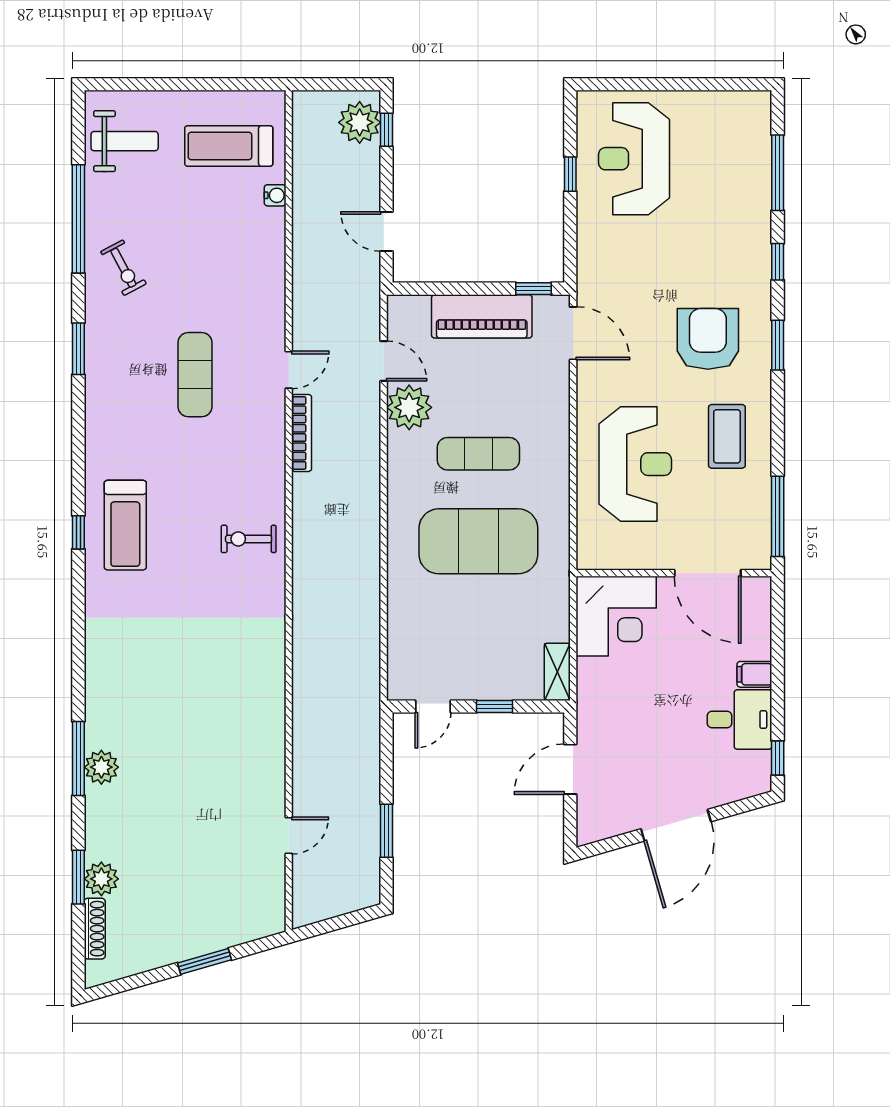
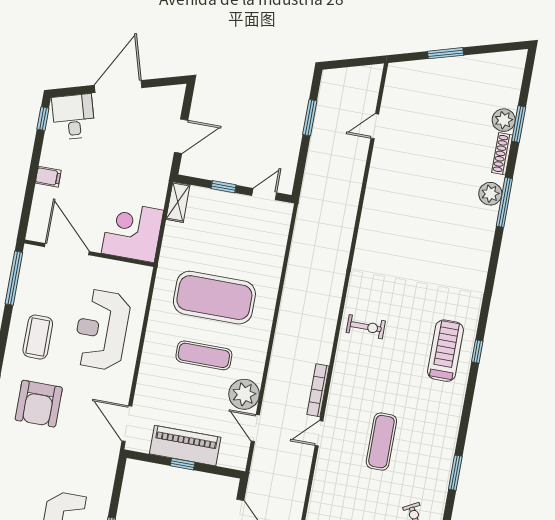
window: (534, 289) -> (183, 464), moved
desk: (739, 720) -> (73, 117), moved, turned 74
shoe rack: (95, 929) -> (502, 154), moved

